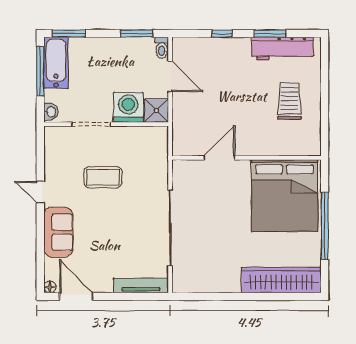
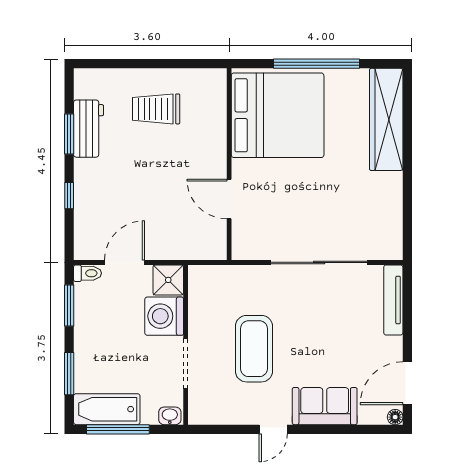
window: (69, 33) -> (69, 374), moved
workbench: (283, 49) -> (89, 129), width x0.73
coffee table: (103, 177) -> (254, 349), width x1.36, depth x1.32

